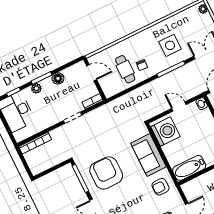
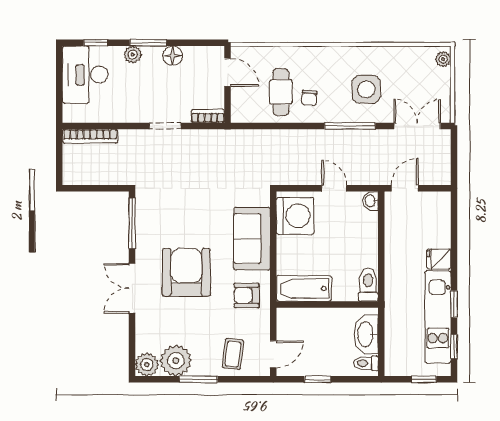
armchair: (106, 173) -> (186, 272), moved

